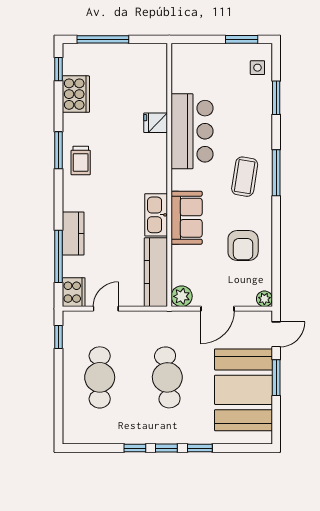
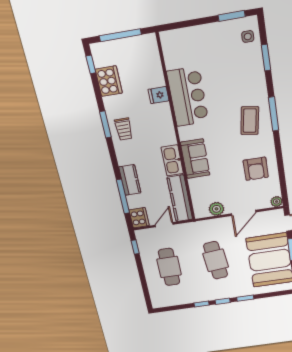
fridge: (156, 123) -> (159, 95), moved
bar counter: (192, 131) -> (188, 97), moved
wall: (169, 175) -> (177, 131), moved
kitchen sink: (156, 215) -> (172, 160), moved
sofa: (187, 218) -> (195, 159), moved
kitchen counter: (156, 272) -> (180, 198), moved

